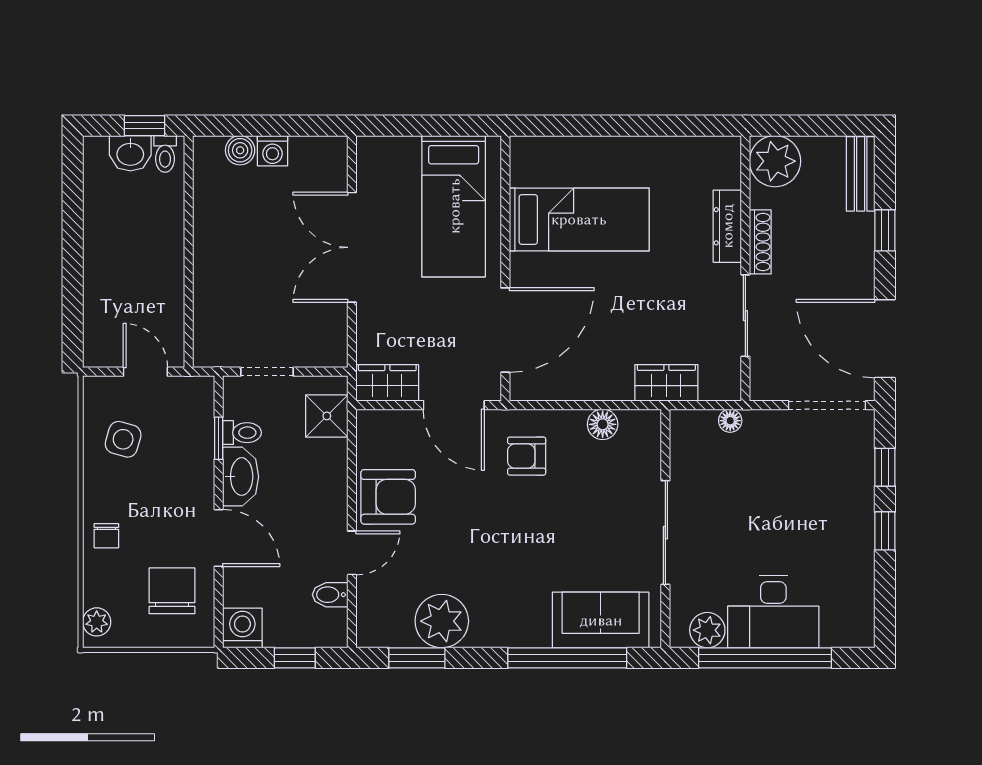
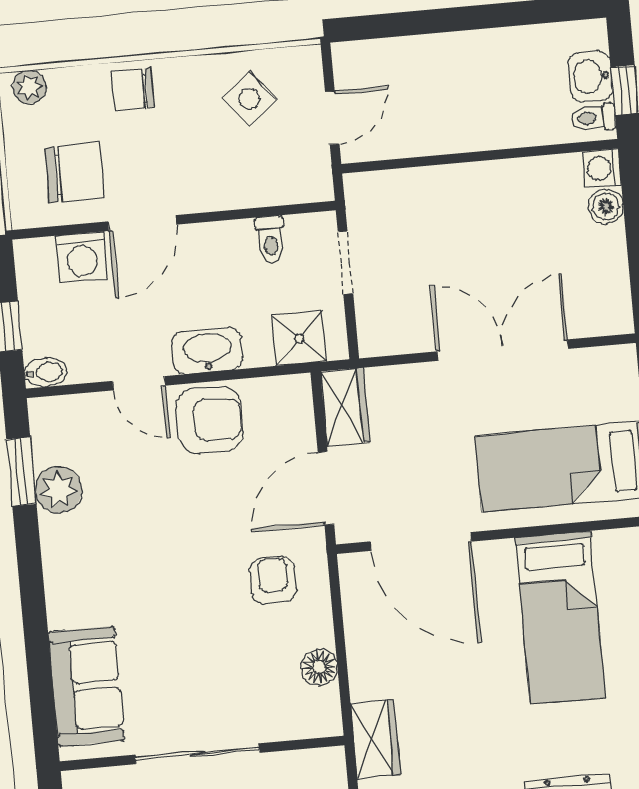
washing machine: (272, 151) -> (602, 168), moved
window: (219, 438) -> (261, 212), removed
side table: (123, 439) -> (249, 99), turned 35
washbasin: (241, 477) -> (207, 351), moved, turned 180
armchair: (388, 497) -> (210, 420), turned -90
chair: (106, 536) -> (133, 89), width x1.37, depth x1.37
bidet: (330, 595) -> (46, 372), moved, turned 90
plant: (442, 621) -> (58, 490), width x0.73, depth x0.73
washing machine: (242, 628) -> (82, 257), moved, turned 90
window: (567, 658) -> (38, 651), removed

